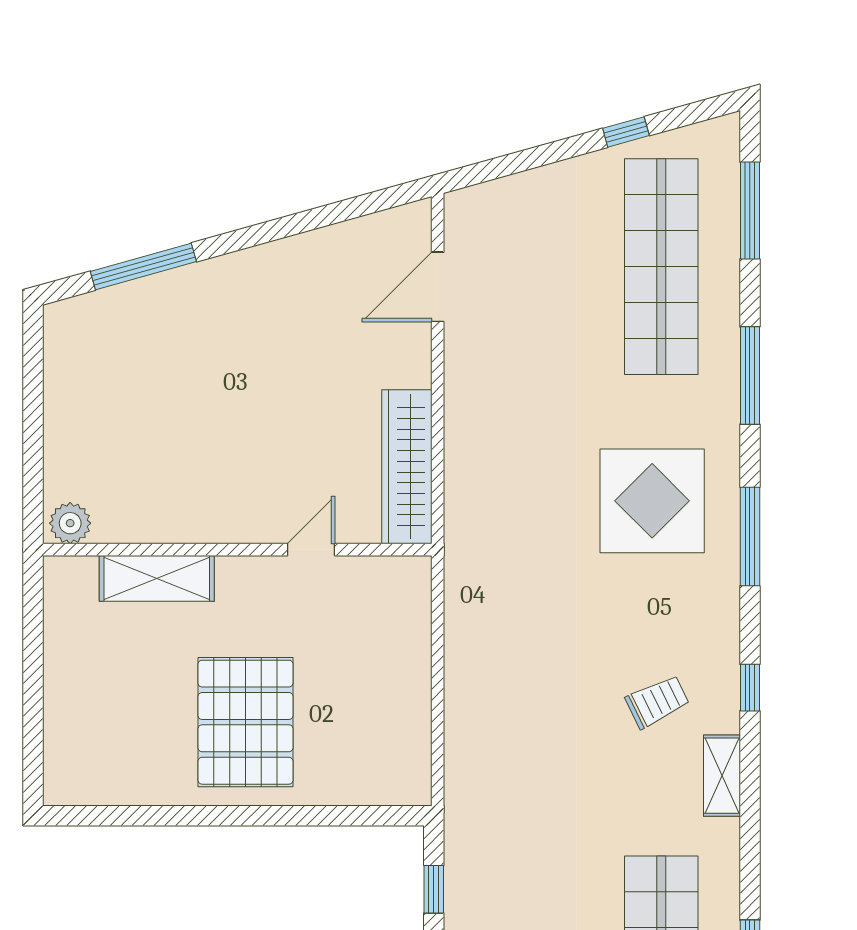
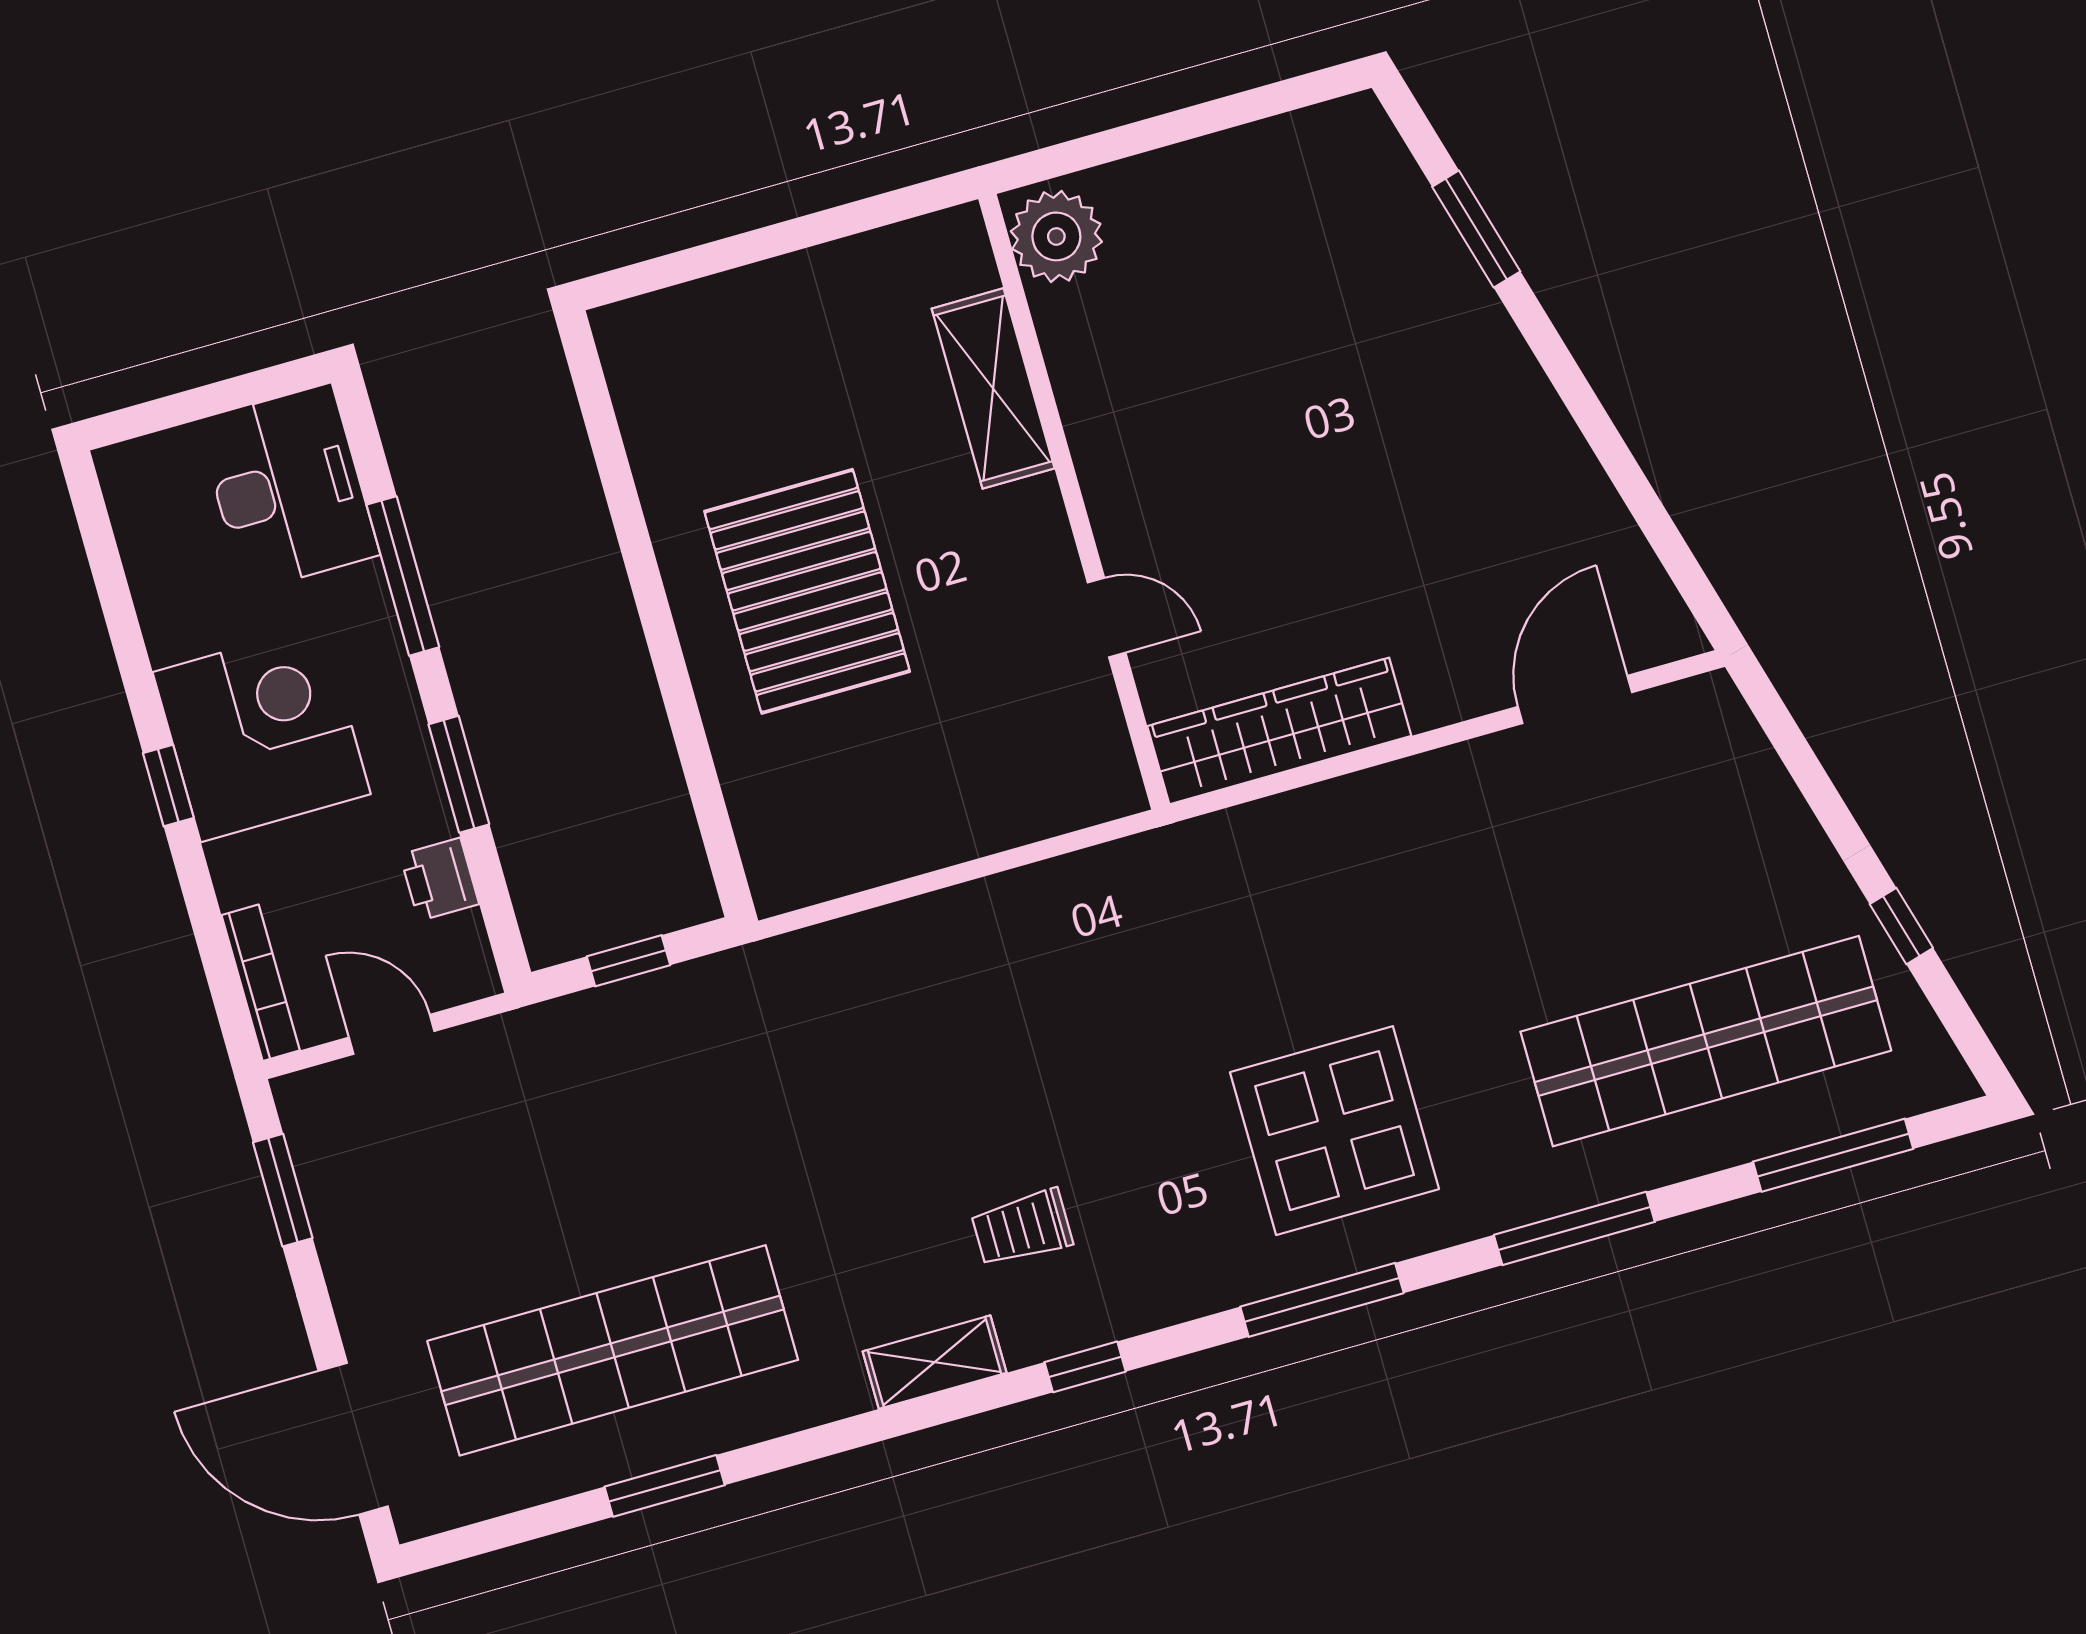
window: (143, 266) -> (1476, 229), width x0.69
door: (438, 287) -> (1575, 699), hinge flipped
plant: (70, 523) -> (1056, 236), width x1.36, depth x1.36
trolley: (657, 702) -> (1022, 1228), turned 116
pallet: (246, 722) -> (807, 591), turned 90

